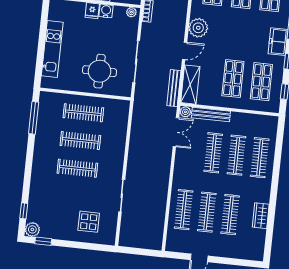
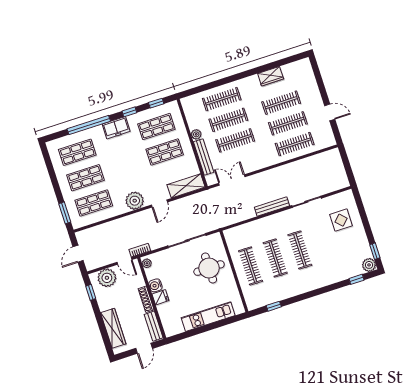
door: (185, 51) -> (159, 204), swing flipped
bench: (174, 88) -> (272, 206), moved
plant: (185, 112) -> (196, 134), moved
window: (34, 118) -> (274, 306), width x0.46

